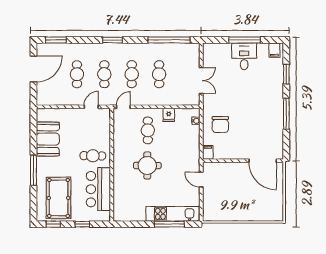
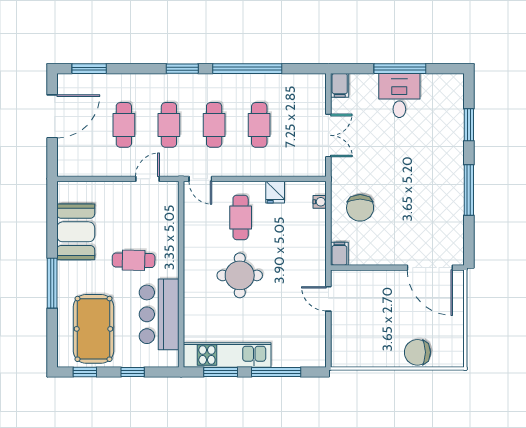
window: (169, 40) -> (247, 69), moved
filing cabinet: (274, 50) -> (340, 85), moved
door: (123, 107) -> (200, 179), swing flipped
cafe table: (93, 156) -> (134, 260), moved
chair: (255, 212) -> (417, 352), added
kitchen unit: (173, 214) -> (227, 355), moved
window: (136, 224) -> (221, 372), added

